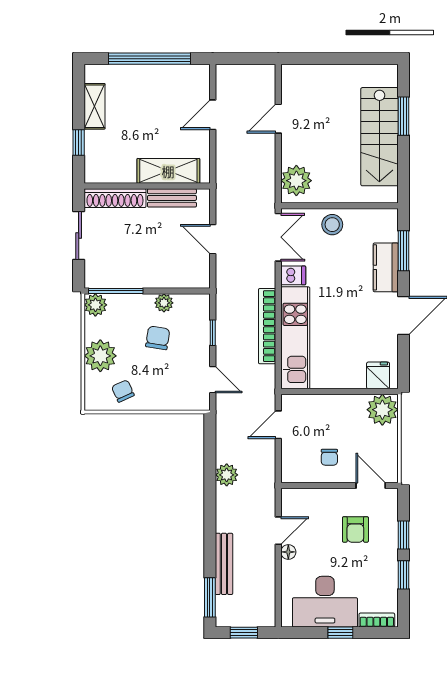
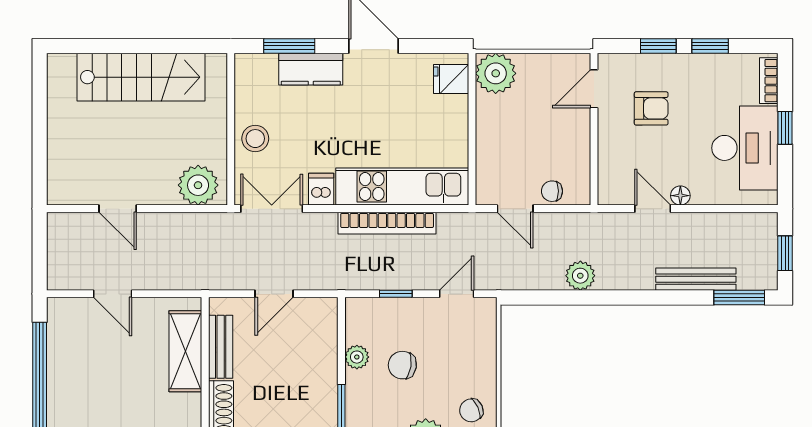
window: (404, 116) -> (114, 46), removed
chair: (329, 457) -> (552, 191), moved, turned 180

